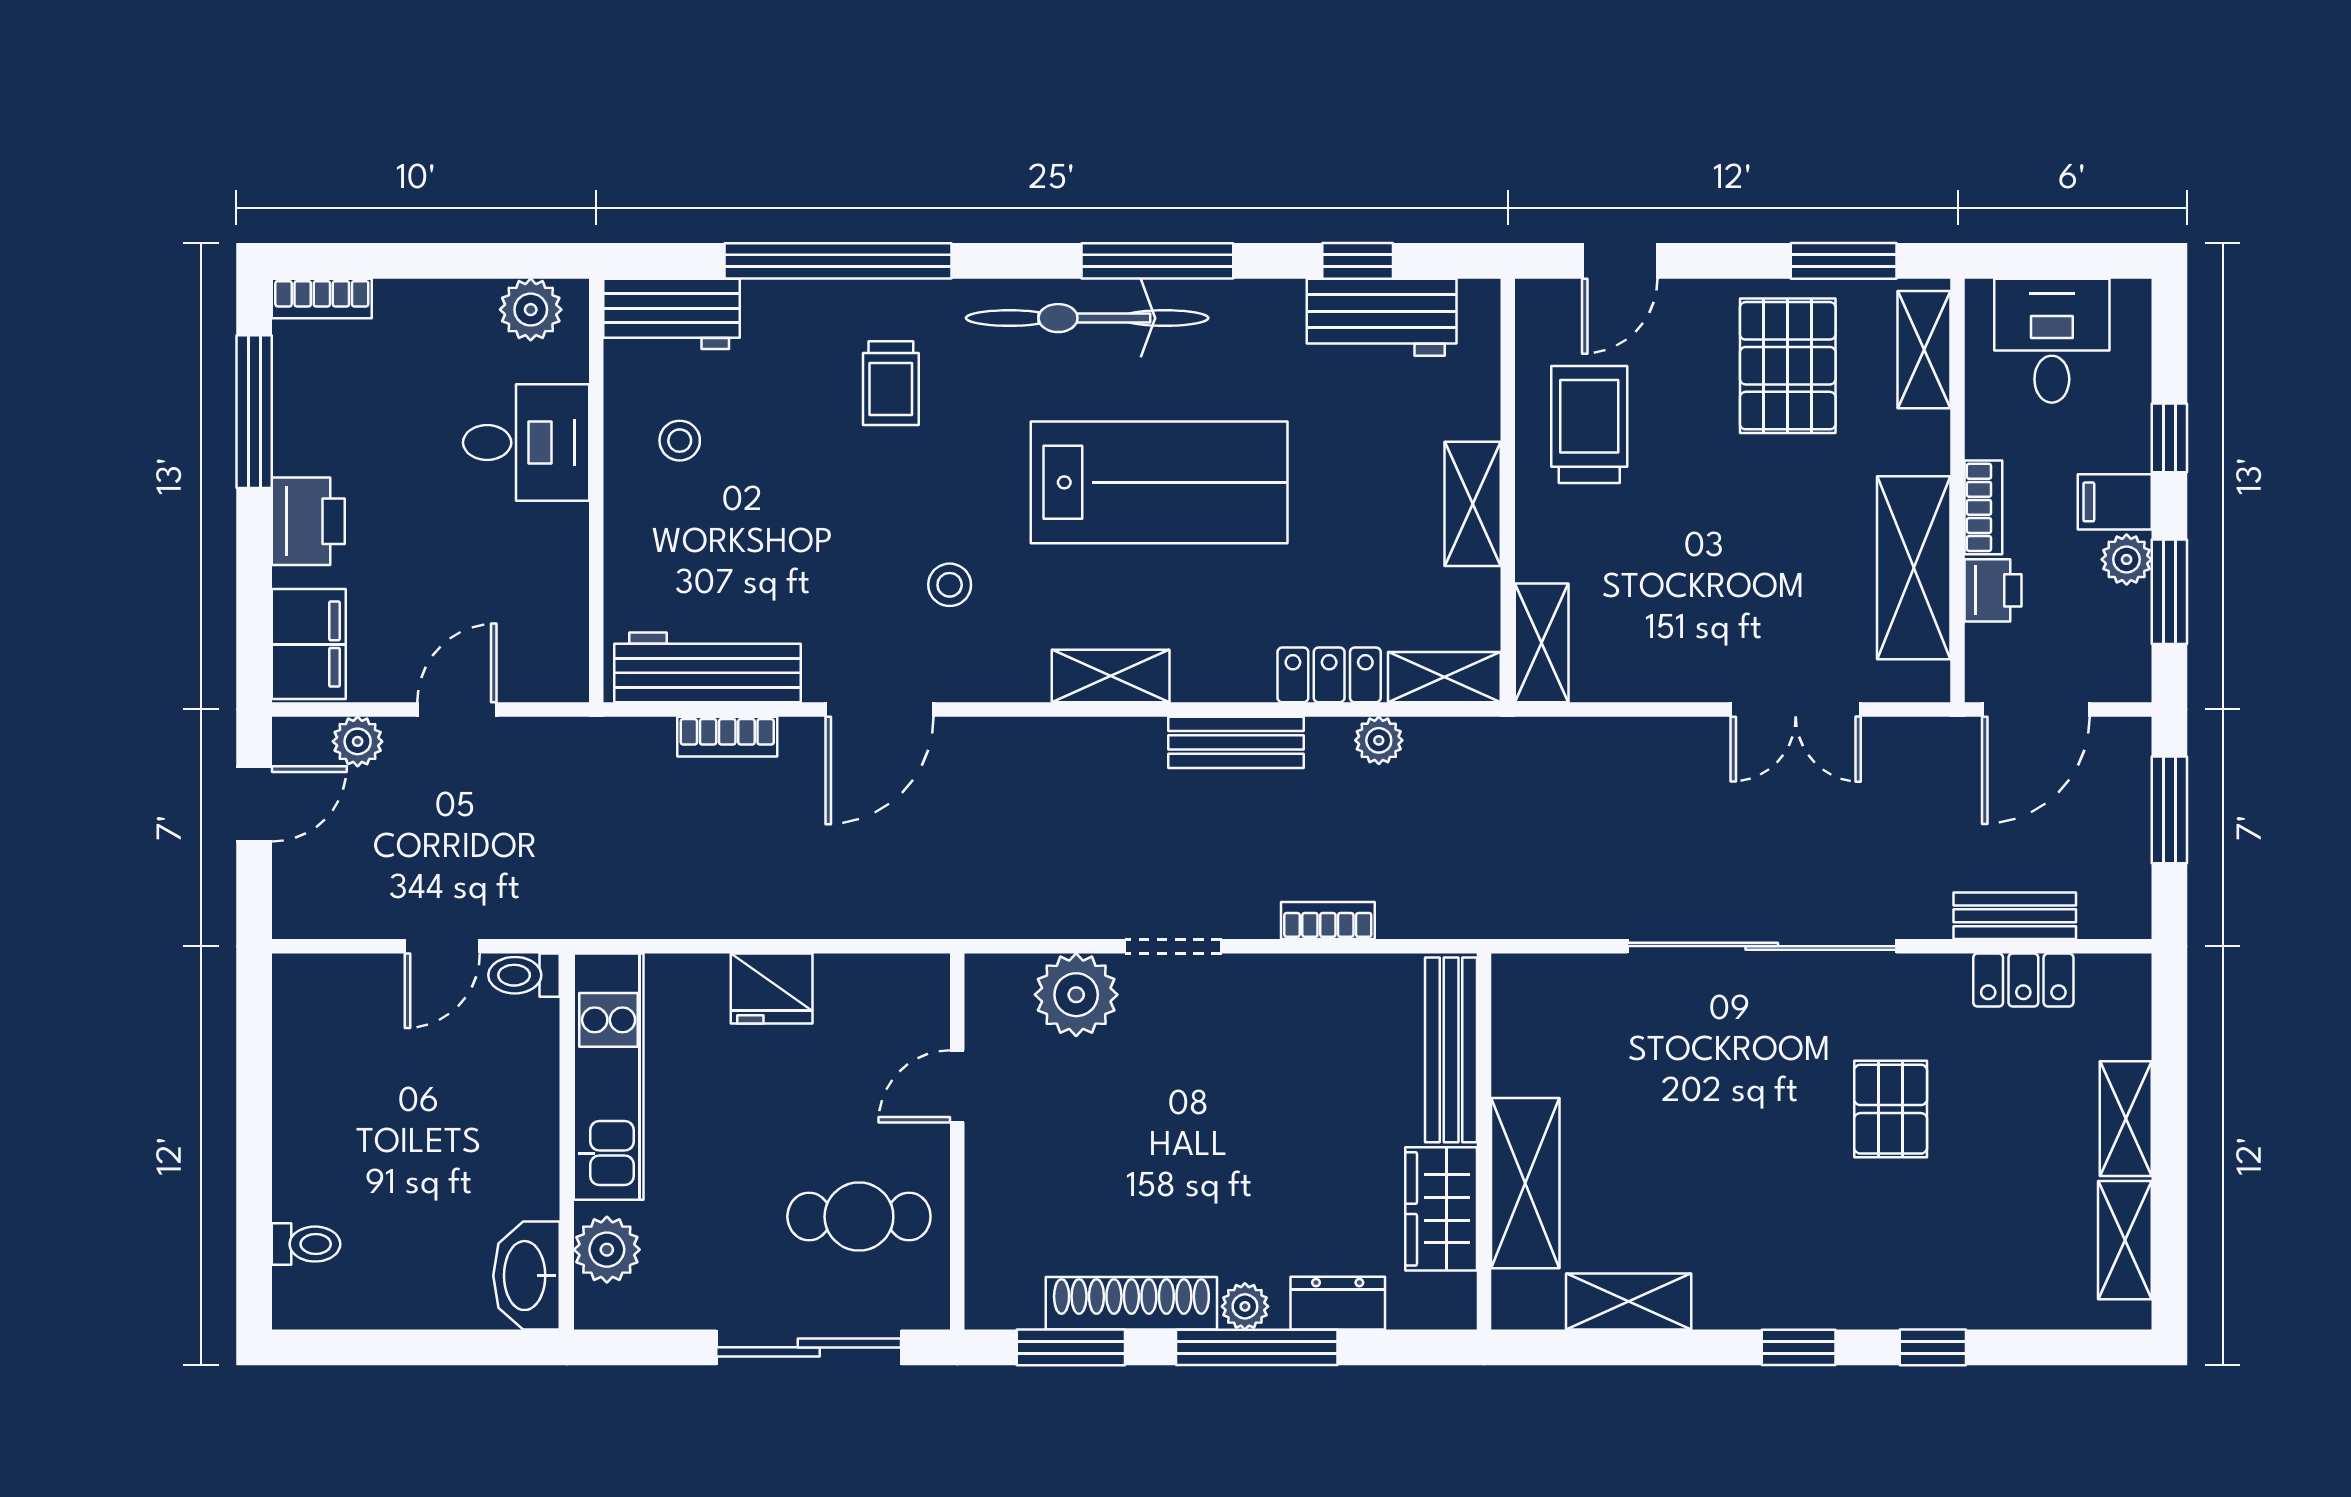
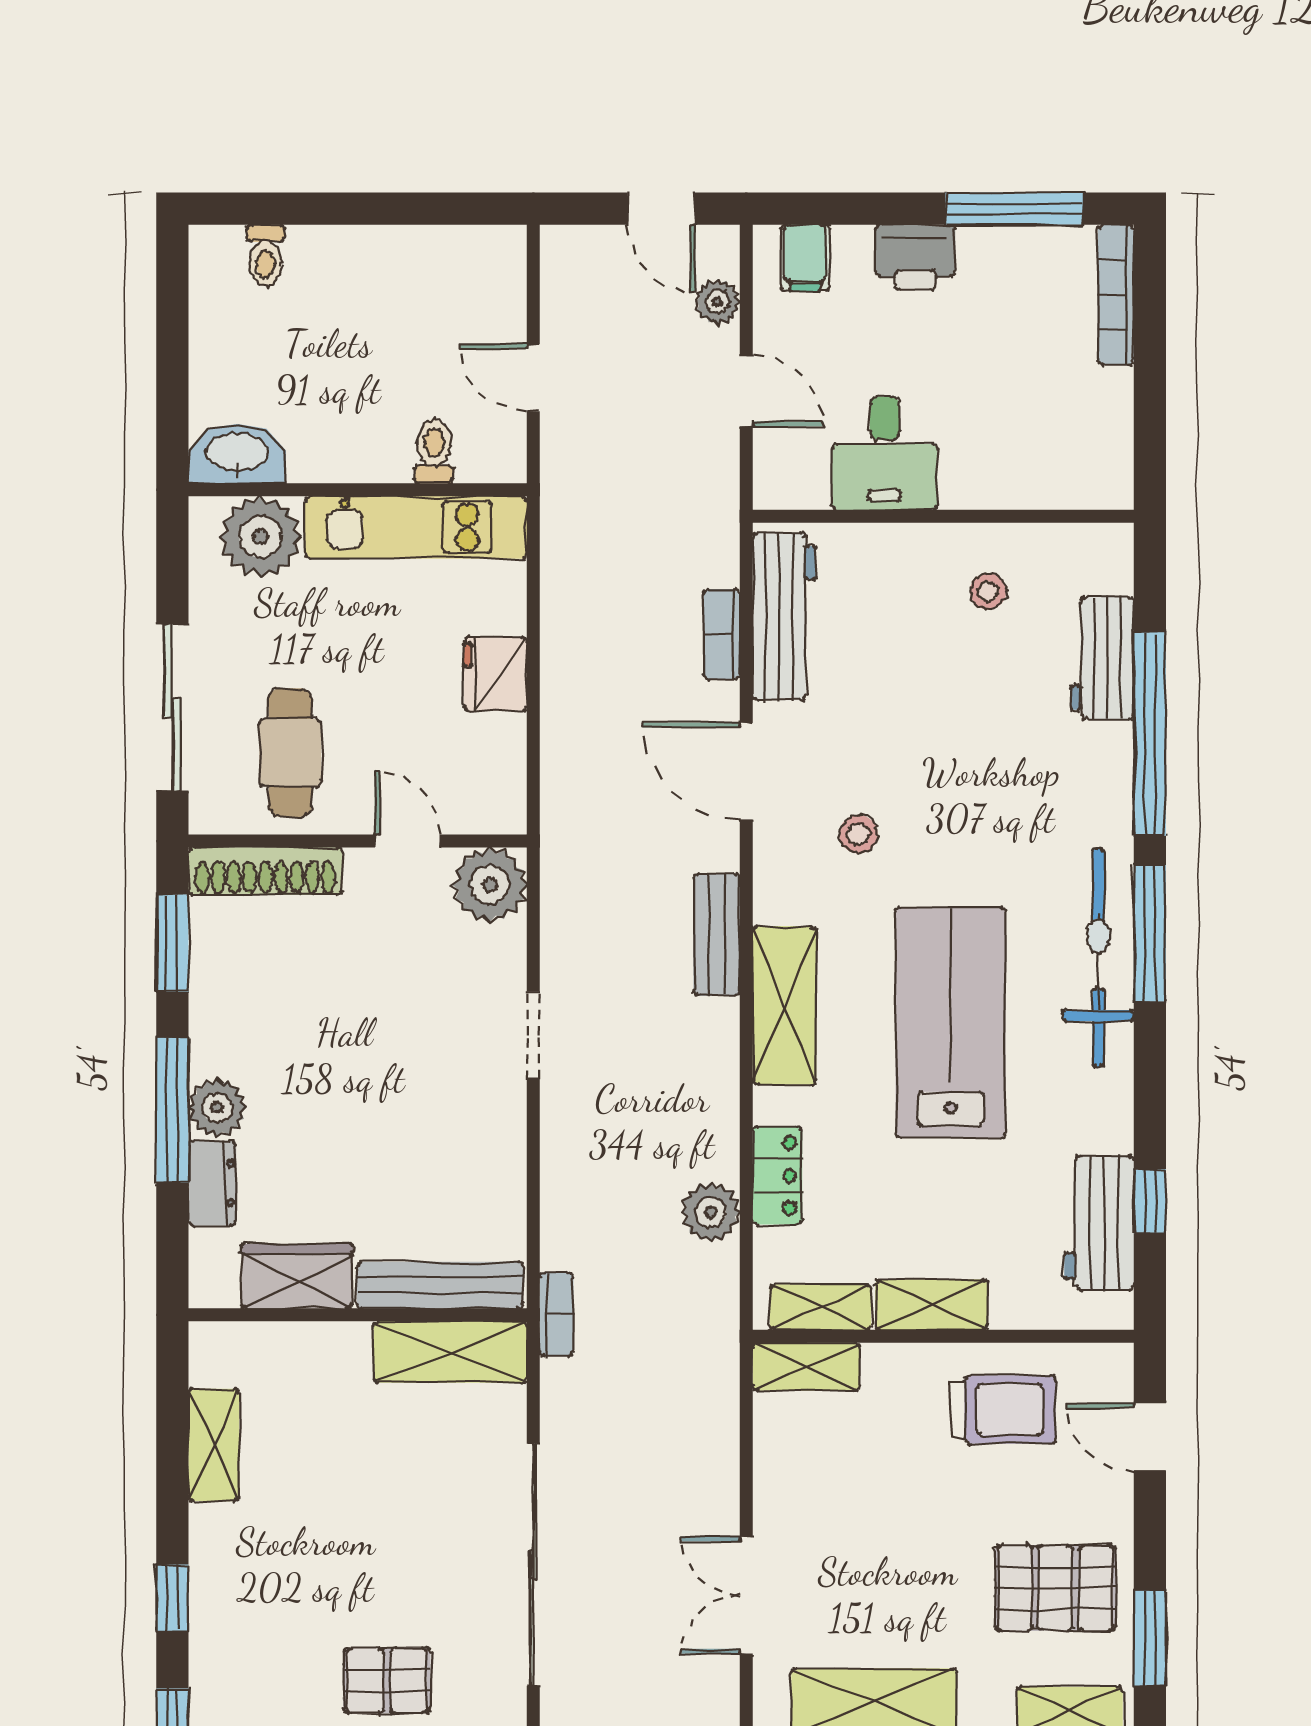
window: (1157, 261) -> (1150, 933), moved
bookcase: (322, 299) -> (1116, 295), width x1.56
plant: (531, 310) -> (1106, 457), removed
workbench: (672, 314) -> (1102, 658), moved
trolley: (891, 383) -> (1040, 781), removed
desk: (526, 443) -> (885, 453), moved
lab bench: (1159, 482) -> (951, 1023), turned 180
filing cabinet: (309, 644) -> (805, 258), width x0.50
shelving: (1111, 676) -> (784, 1005), width x1.50, depth x1.33
shelving: (1444, 677) -> (820, 1307), moved, turned 90
plant: (1379, 740) -> (710, 1212), width x1.38, depth x1.38
bench: (1236, 742) -> (717, 935), moved
bookcase: (1328, 920) -> (557, 1314), moved
toilet: (524, 975) -> (434, 451), moved
plant: (1076, 995) -> (490, 885), moved
shelving: (1525, 1183) -> (450, 1352), moved
plant: (607, 1250) -> (260, 537), width x1.36, depth x1.36
shoe rack: (1131, 1303) -> (265, 871), moved, turned 90
plant: (1245, 1306) -> (217, 1108), width x1.38, depth x1.38

